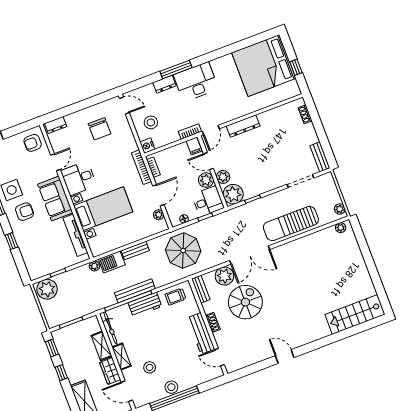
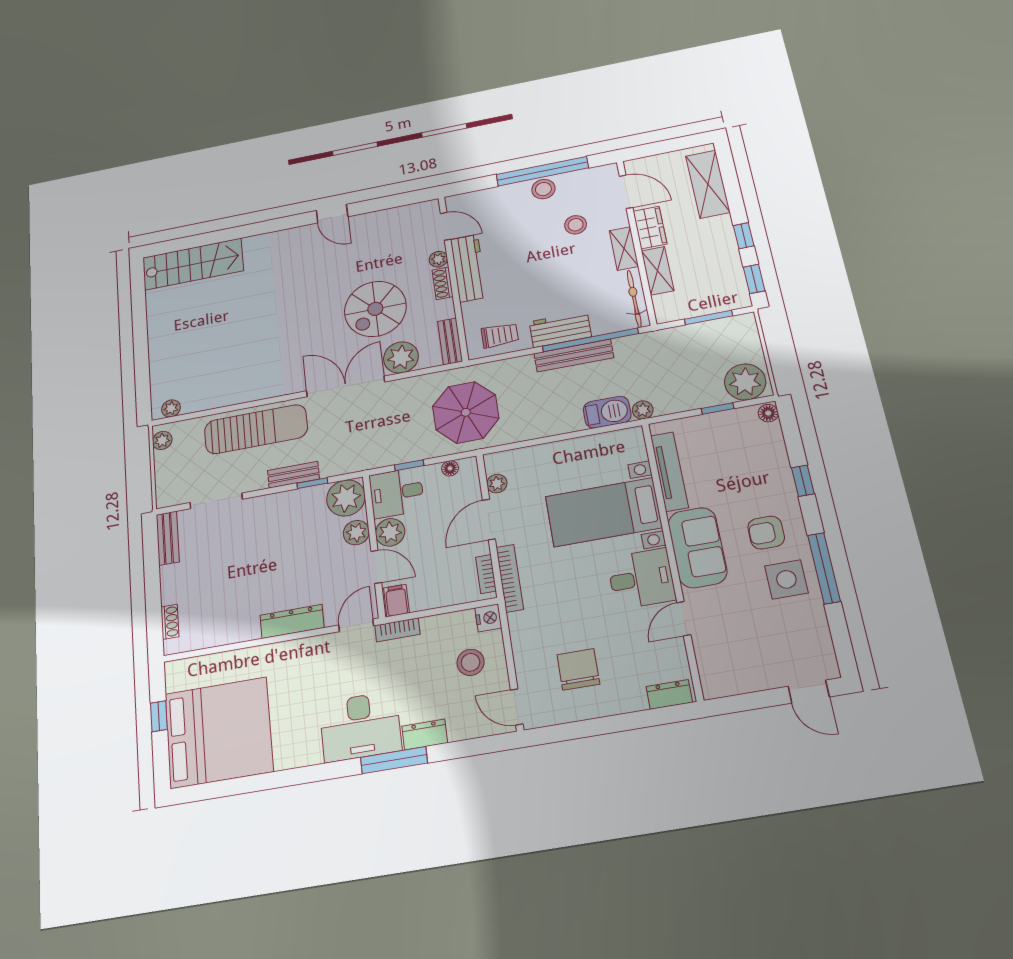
armchair: (33, 143) -> (725, 667), removed
bench: (135, 251) -> (293, 475), moved
floor lamp: (33, 274) -> (768, 413), added
plant: (219, 337) -> (438, 259), added

